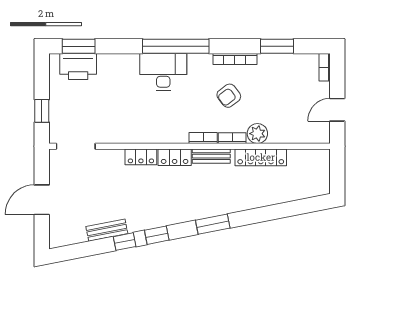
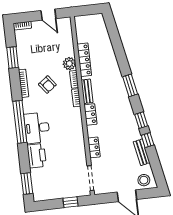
printer: (78, 66) -> (37, 156), moved
locker: (141, 157) -> (94, 147), moved
stool: (63, 229) -> (144, 180), added

